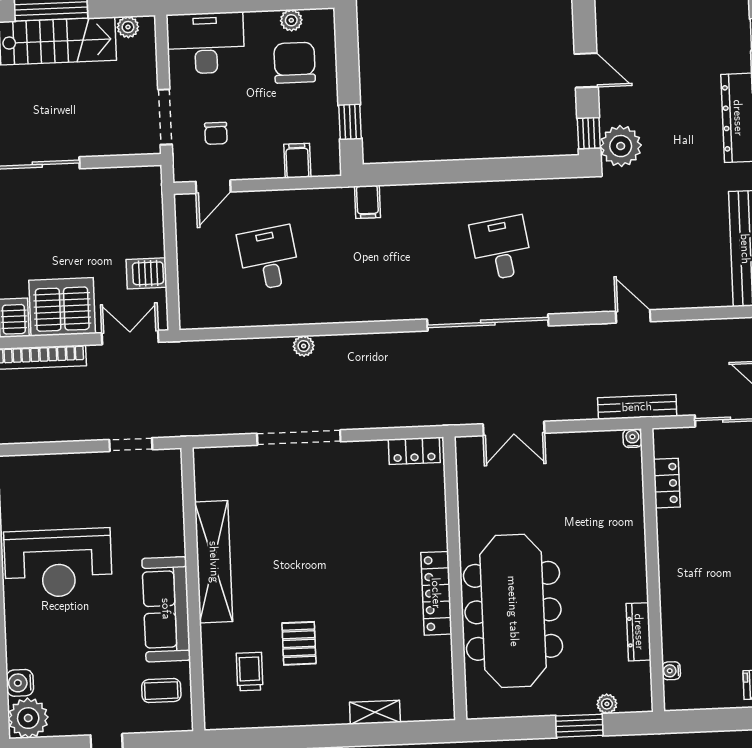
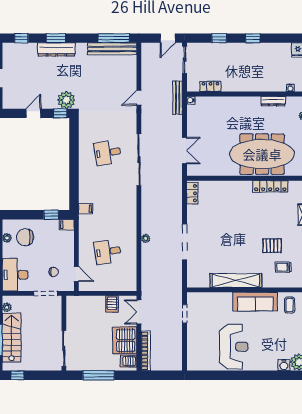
filing cabinet: (297, 161) -> (67, 225), moved
locker: (436, 593) -> (270, 186), moved

